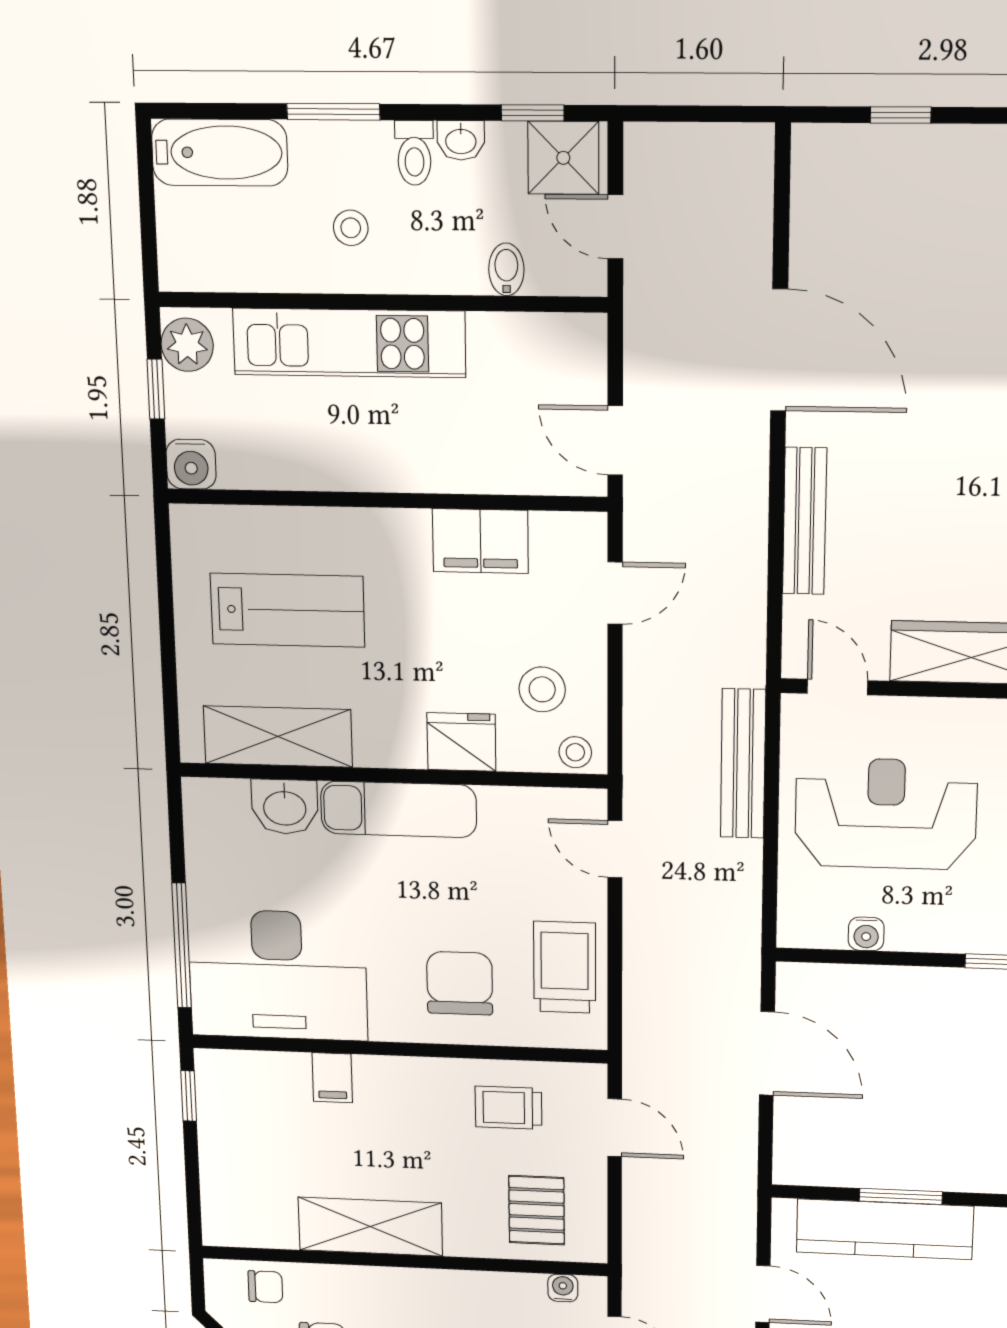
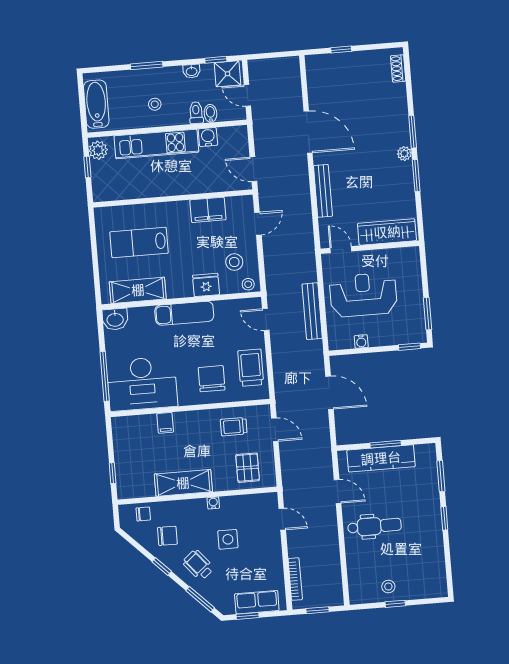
bathtub: (220, 153) -> (96, 104), moved, turned -90
toilet: (414, 153) -> (196, 113), moved, turned 180
water cooler: (191, 464) -> (208, 137), moved, turned 180
lab bench: (288, 610) -> (139, 243), turned 180
bench: (743, 764) -> (312, 311), moved
washbasin: (285, 807) -> (115, 319), moved
window: (189, 1096) -> (113, 473), moved
water cooler: (563, 1288) -> (213, 503), moved

